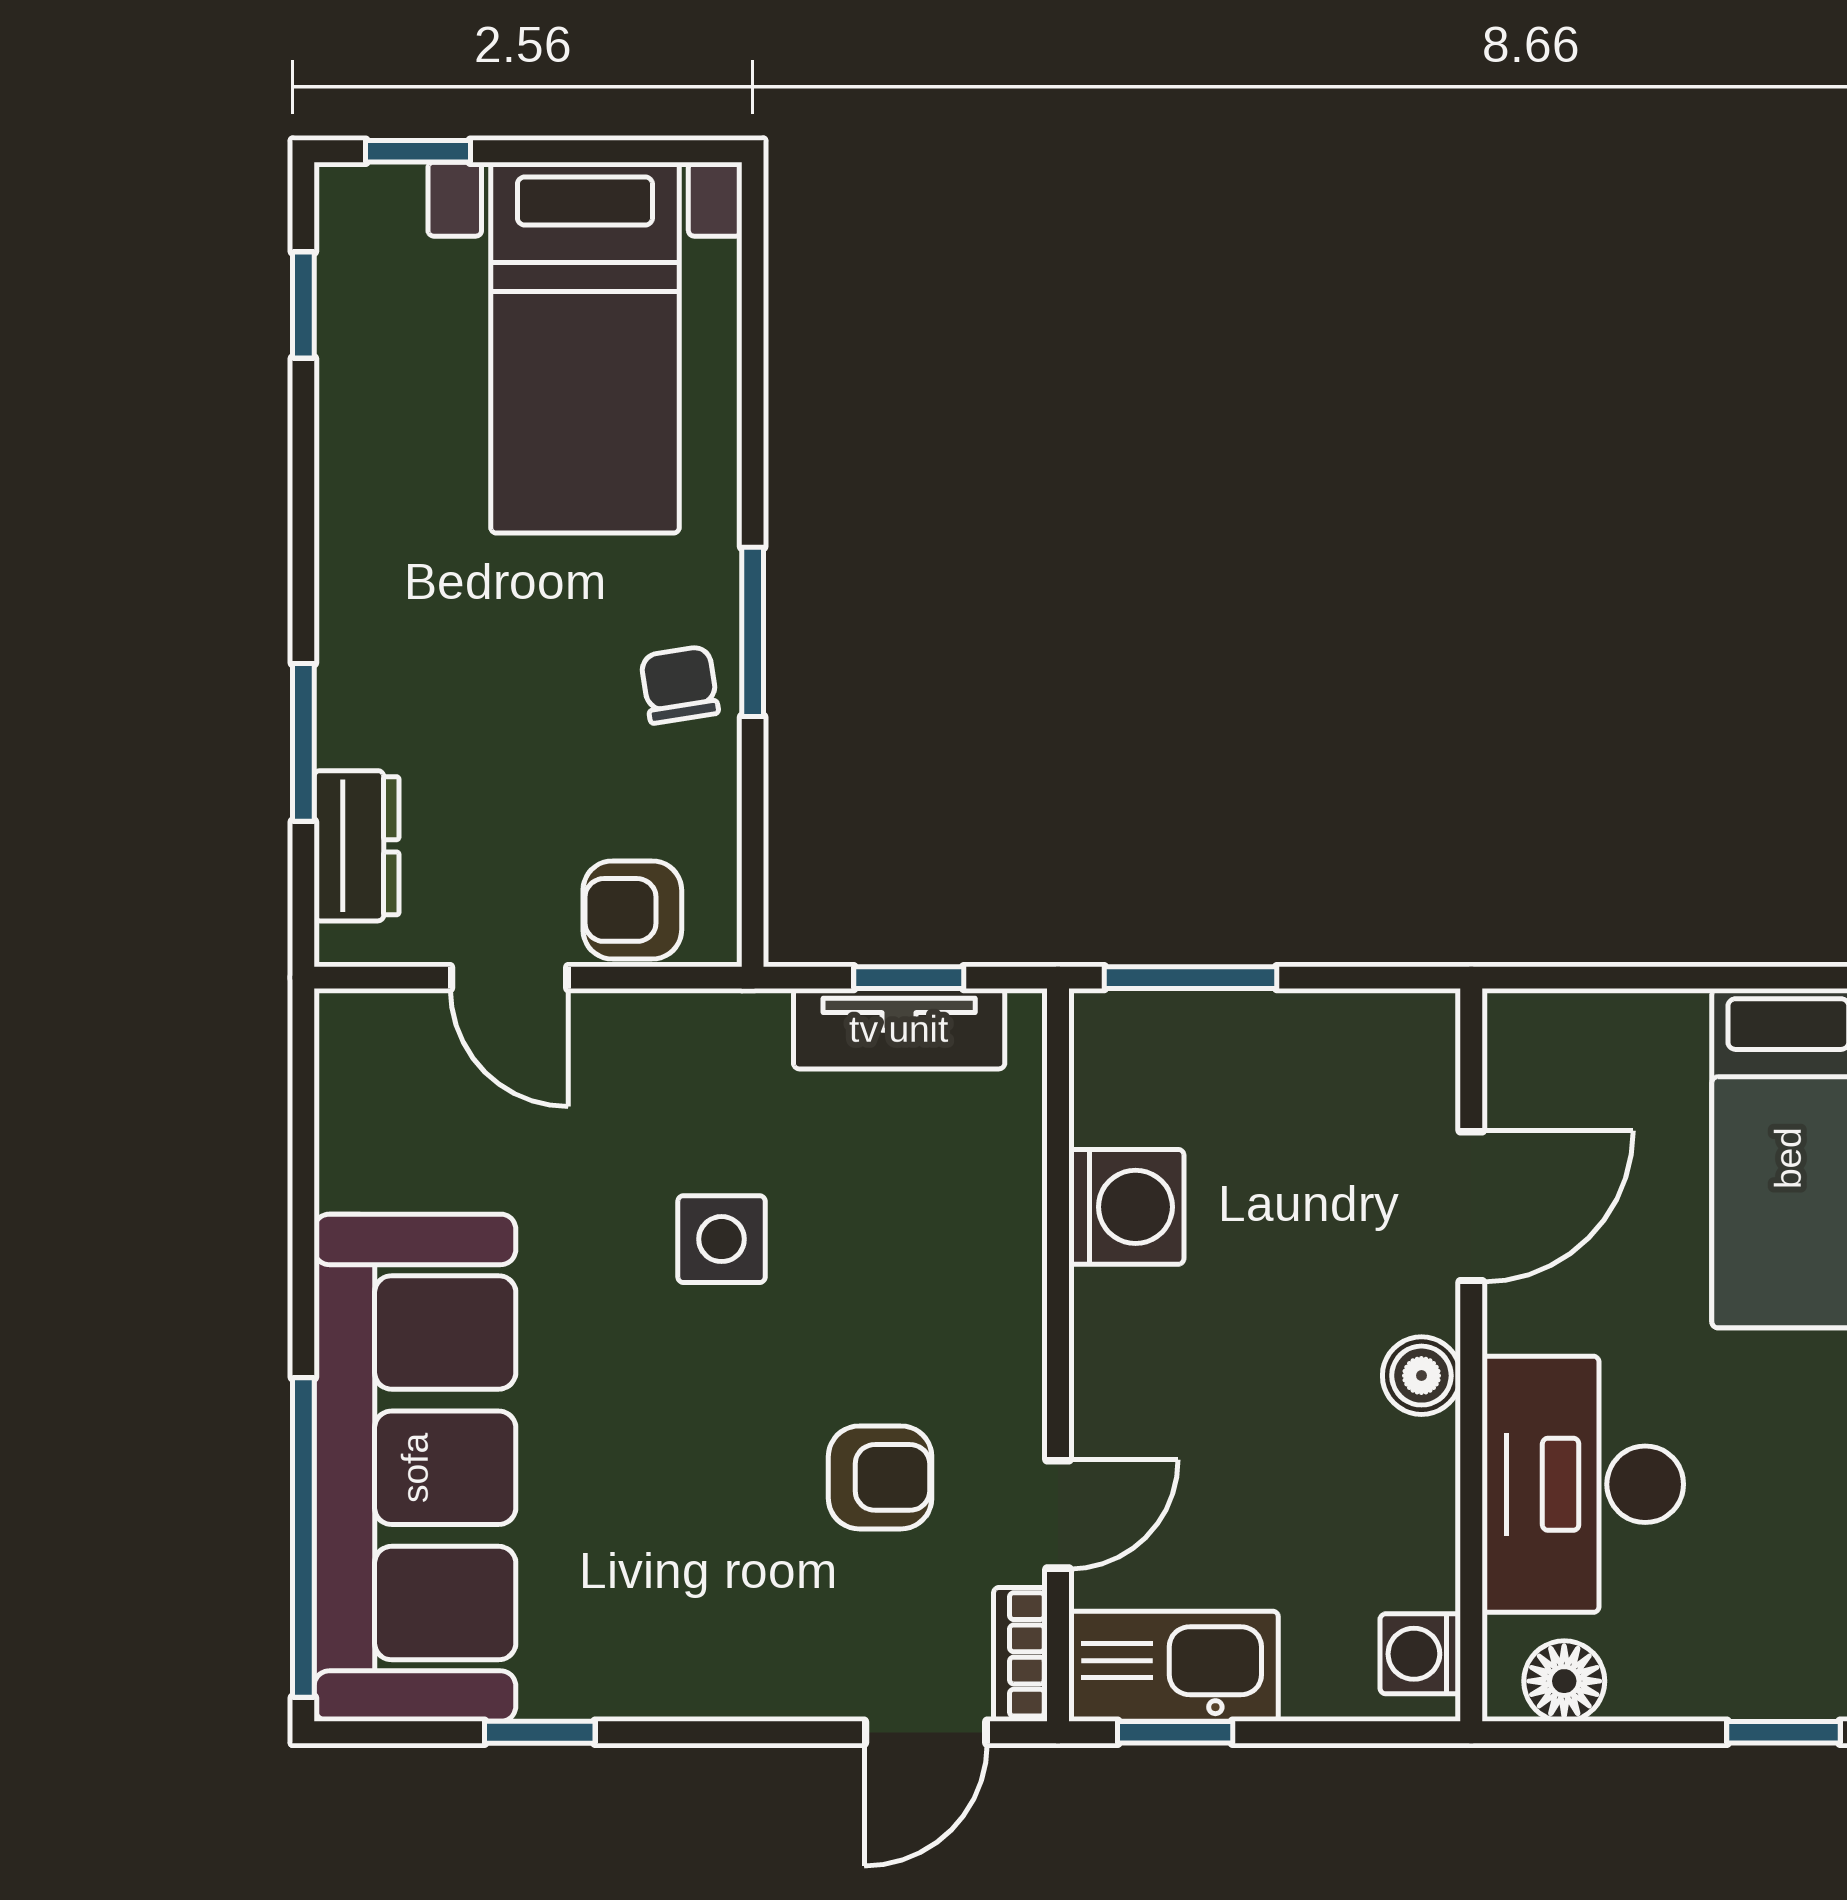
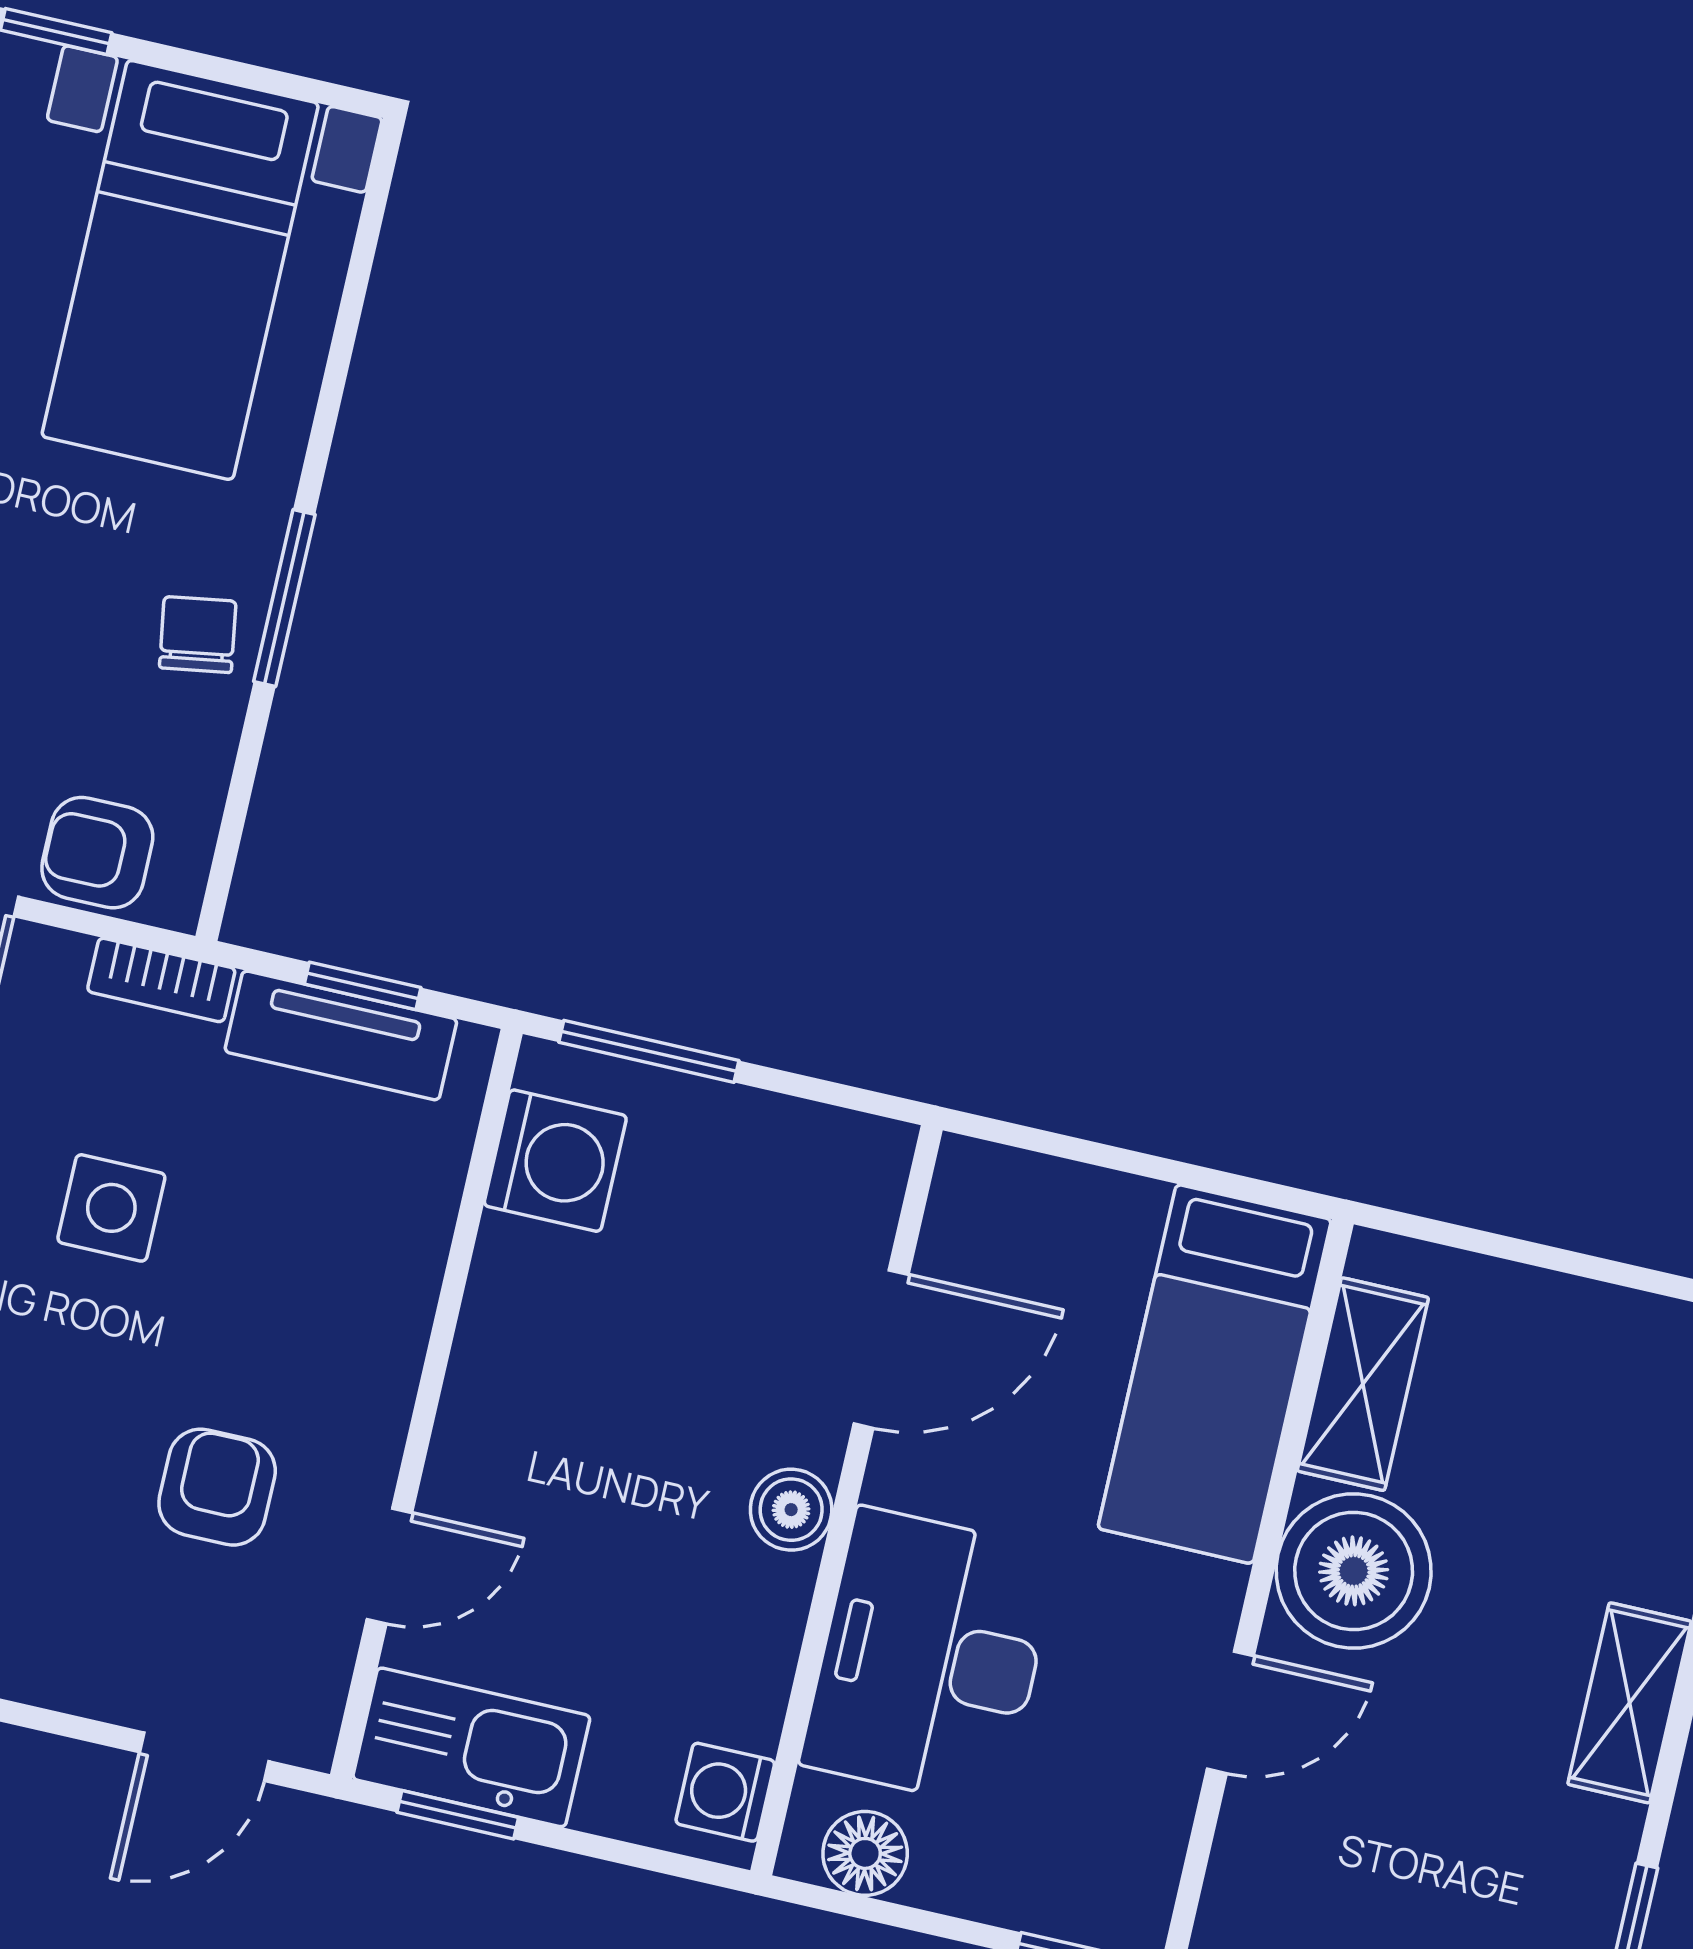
washing machine: (1126, 1207) -> (555, 1161), moved
armchair: (880, 1477) -> (217, 1487), turned -90
bookcase: (1020, 1654) -> (161, 980), moved, turned -90

